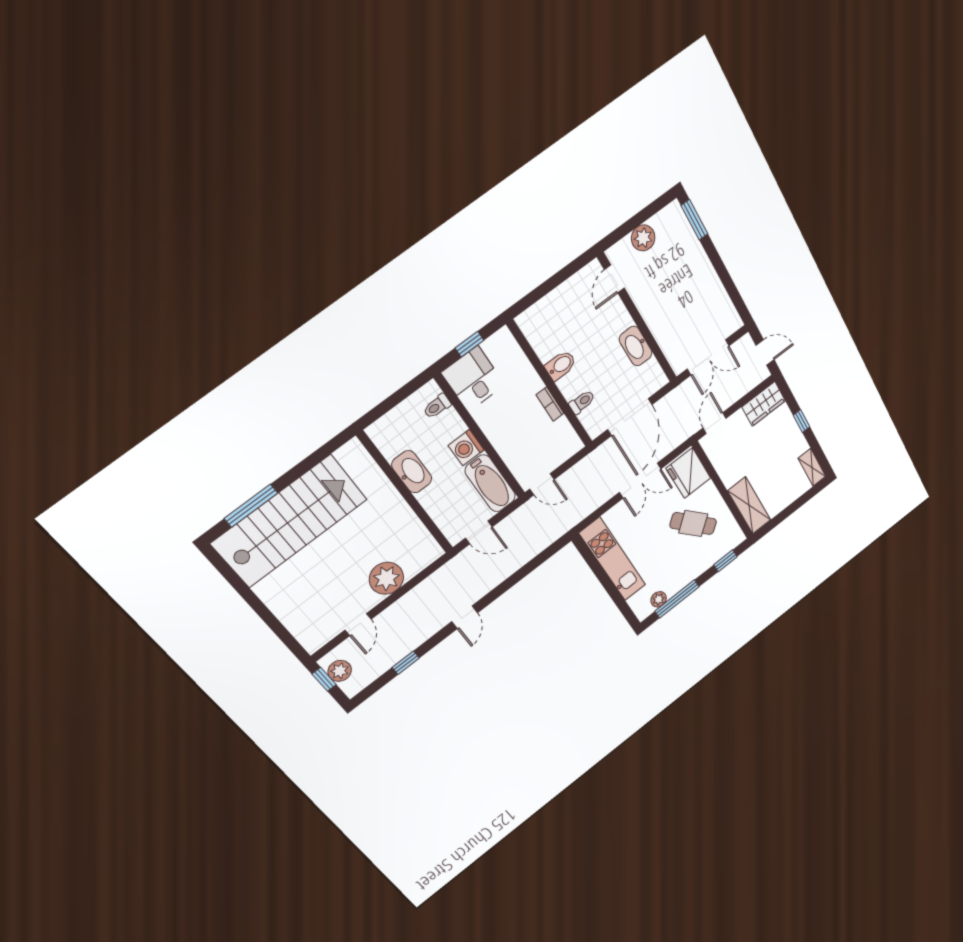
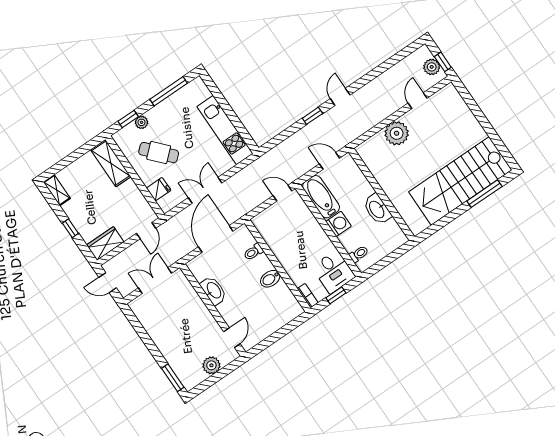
bookcase: (550, 404) -> (308, 296), moved
fridge: (688, 473) -> (159, 189), width x0.53, depth x0.75
plant: (659, 599) -> (141, 122), moved
window: (406, 663) -> (312, 116), moved

